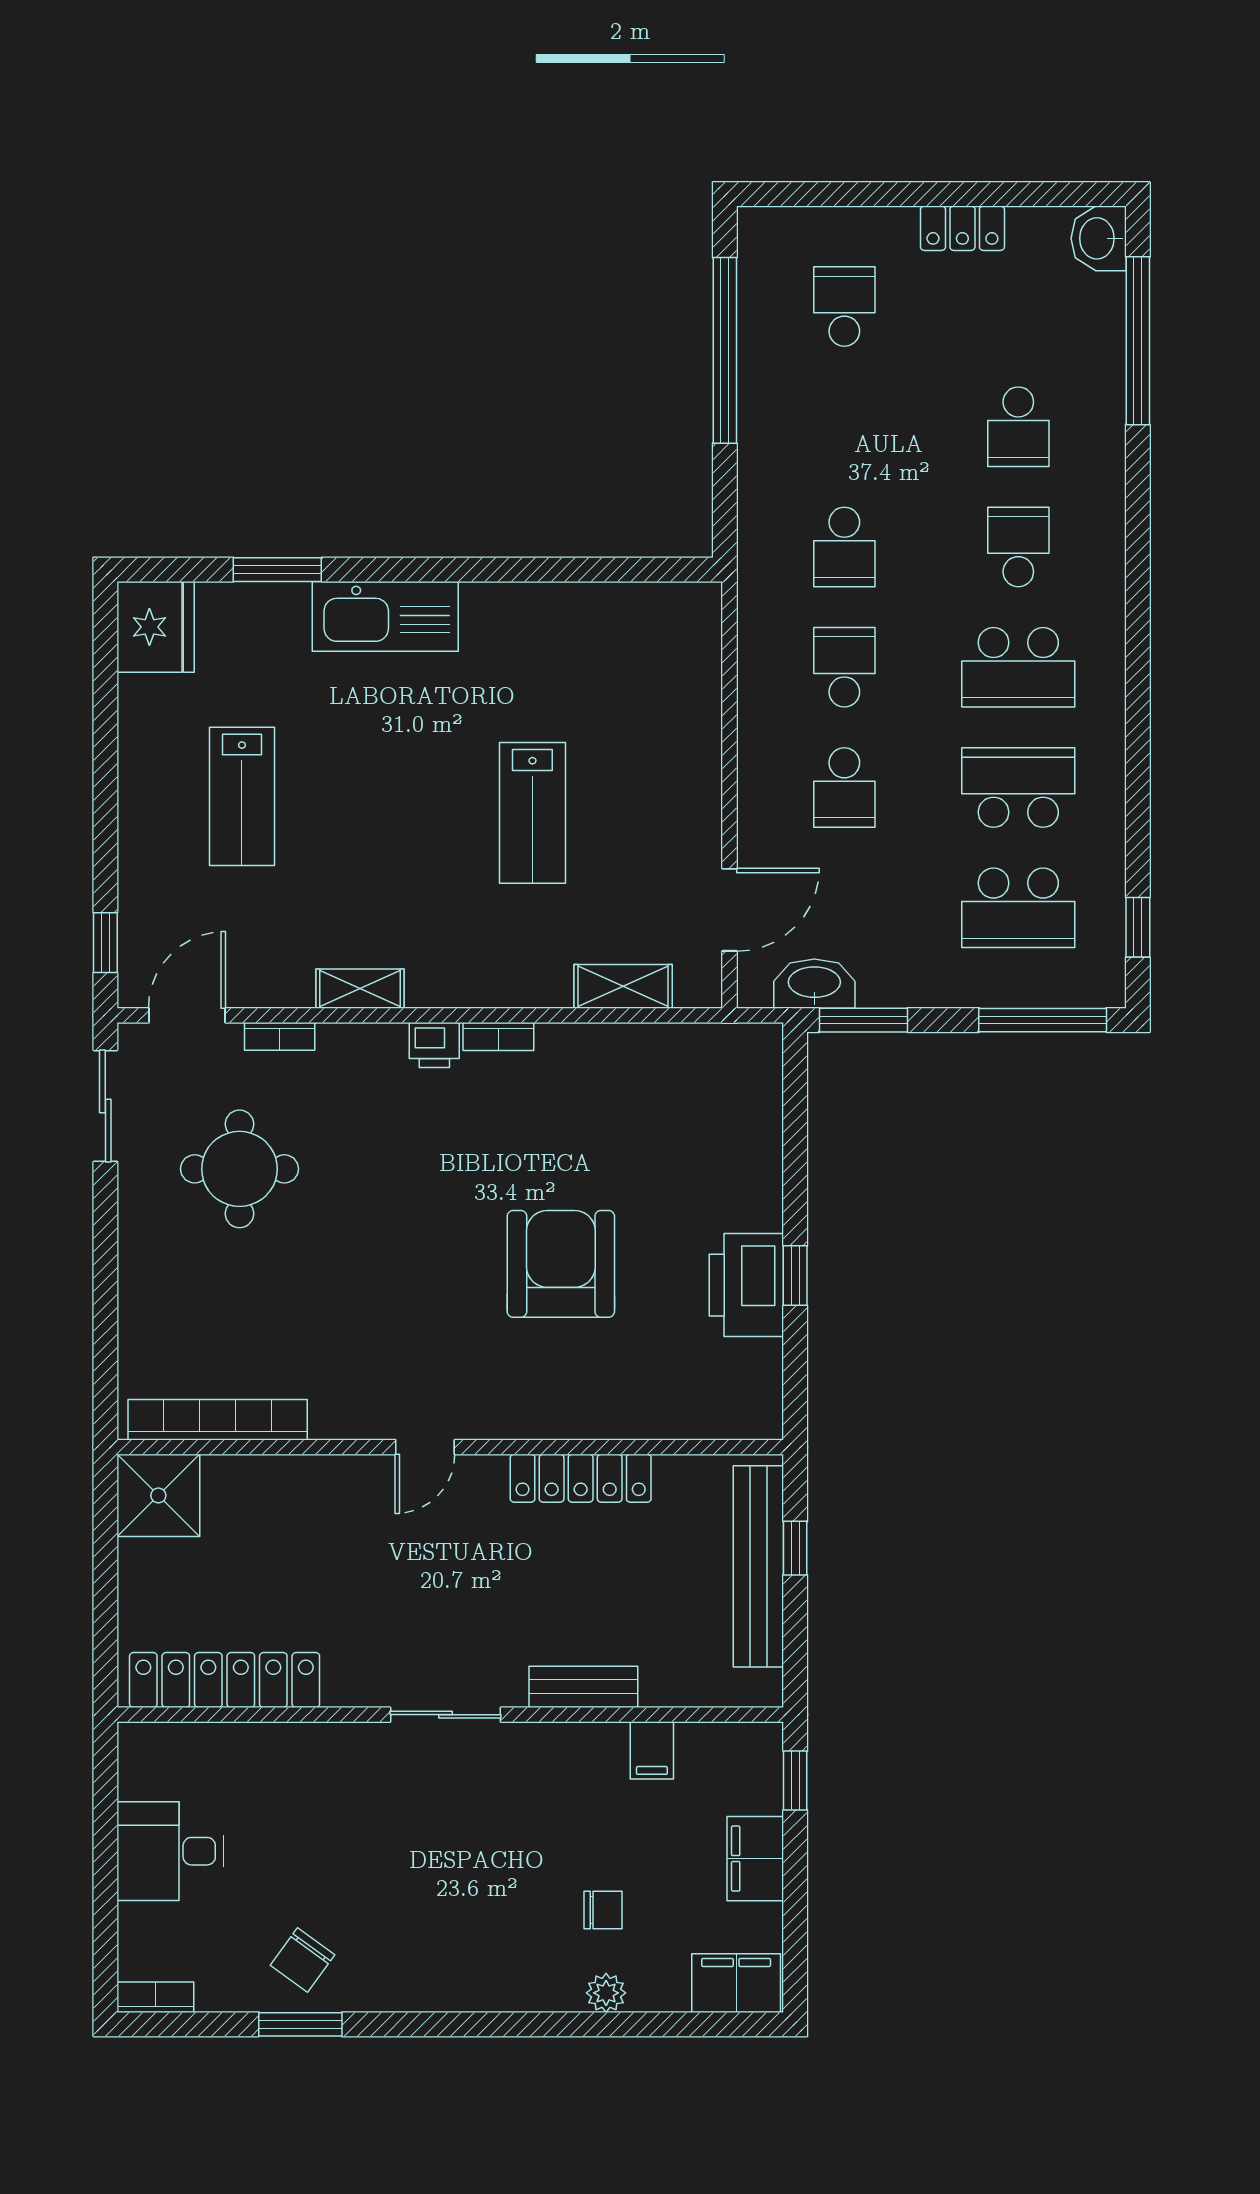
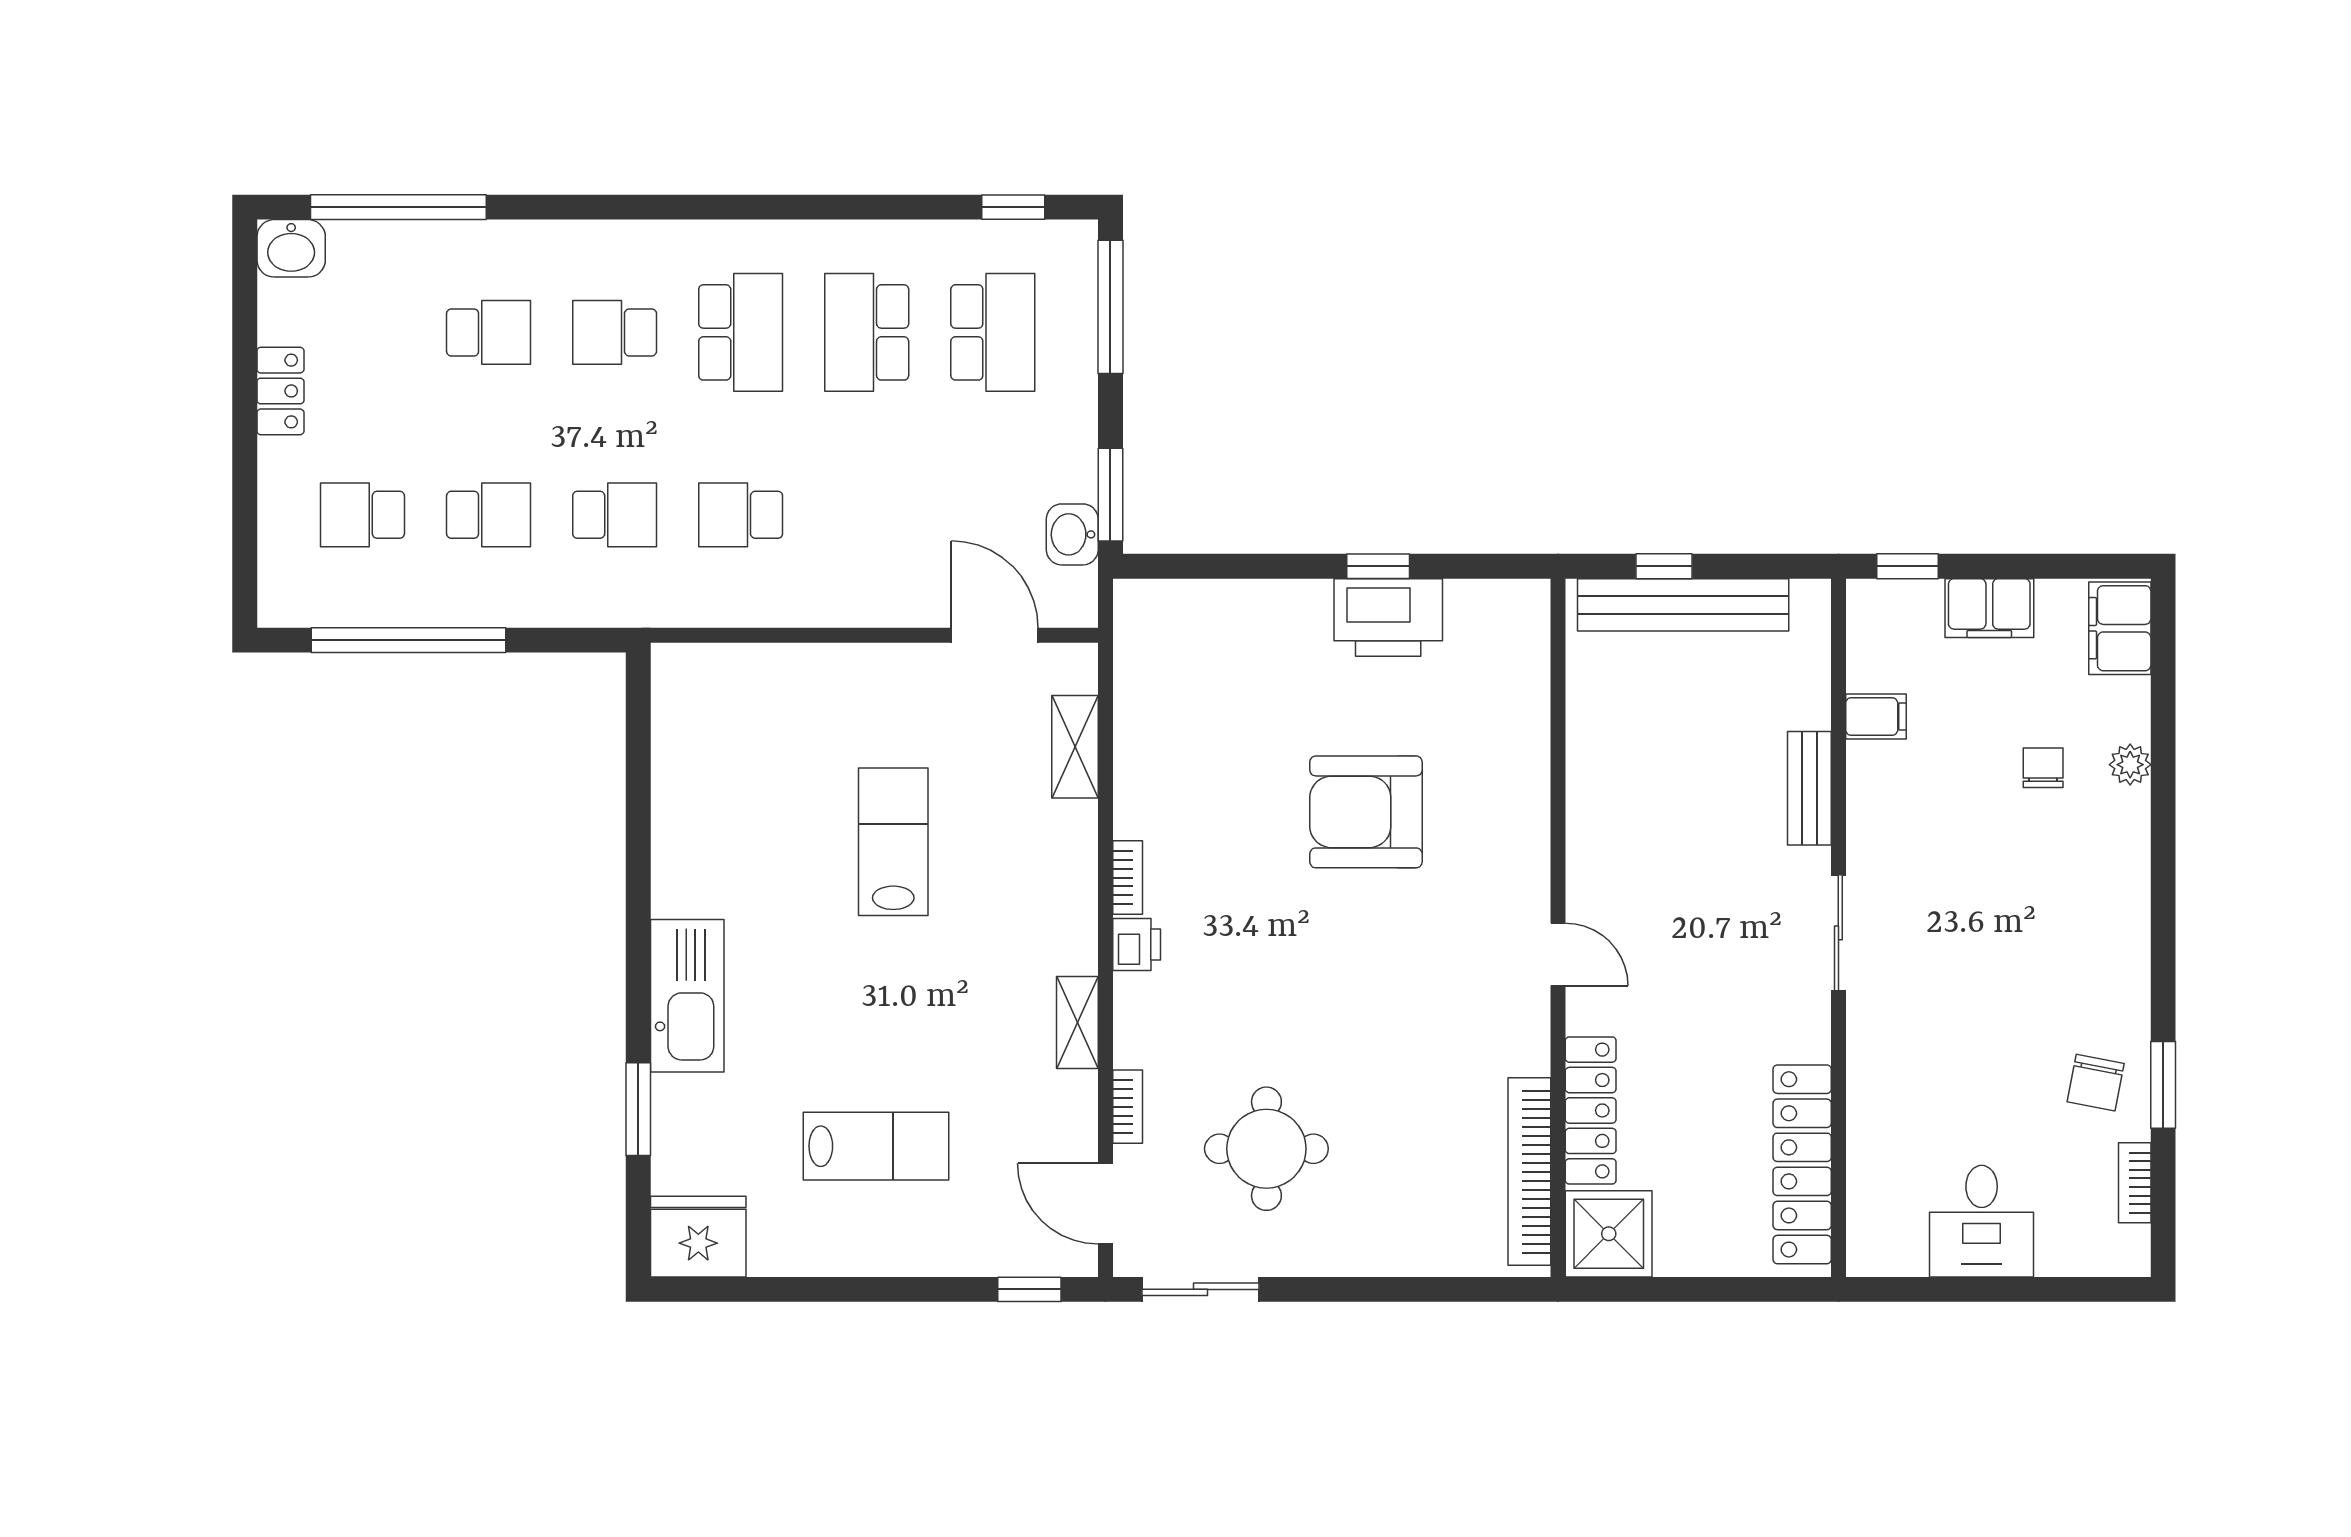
school desk: (844, 788) -> (489, 515), moved
lab bench: (532, 813) -> (893, 842), turned -90
washbasin: (814, 984) -> (1072, 534), width x0.72
locker: (581, 1478) -> (1591, 1110), moved
chair: (302, 1960) -> (2096, 1083), turned 65
bookcase: (155, 1997) -> (2135, 1183), moved

